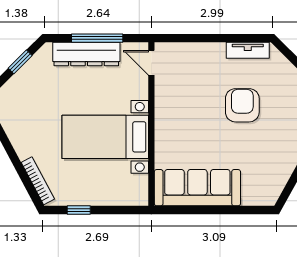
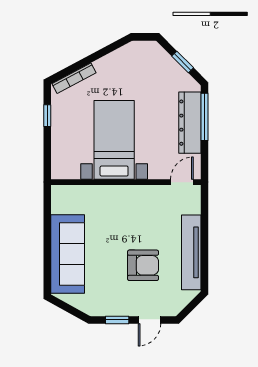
window: (97, 38) -> (205, 117), moved
tv unit: (248, 50) -> (191, 252), width x1.92, depth x1.29
sofa: (197, 188) -> (68, 254), moved

